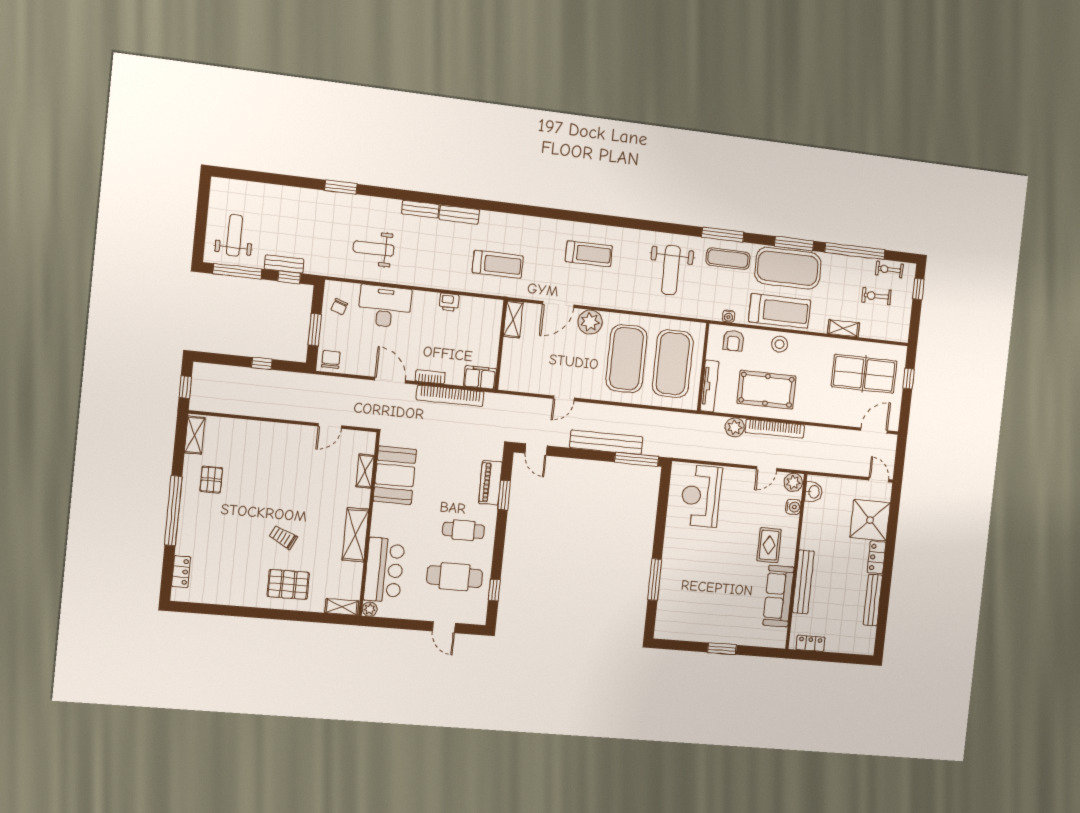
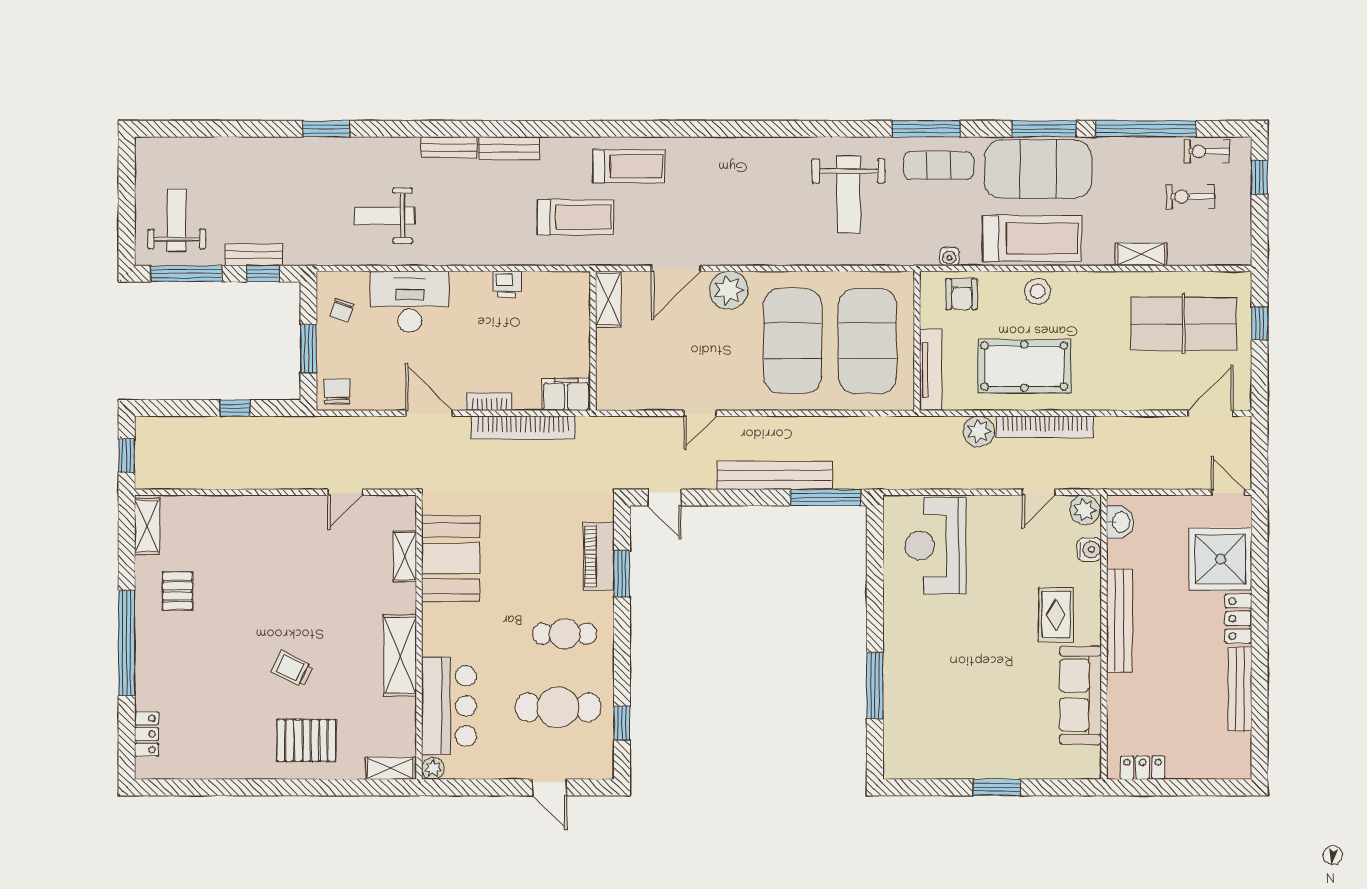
treadmill: (589, 254) -> (629, 166), moved
bench: (803, 582) -> (1120, 621), moved

